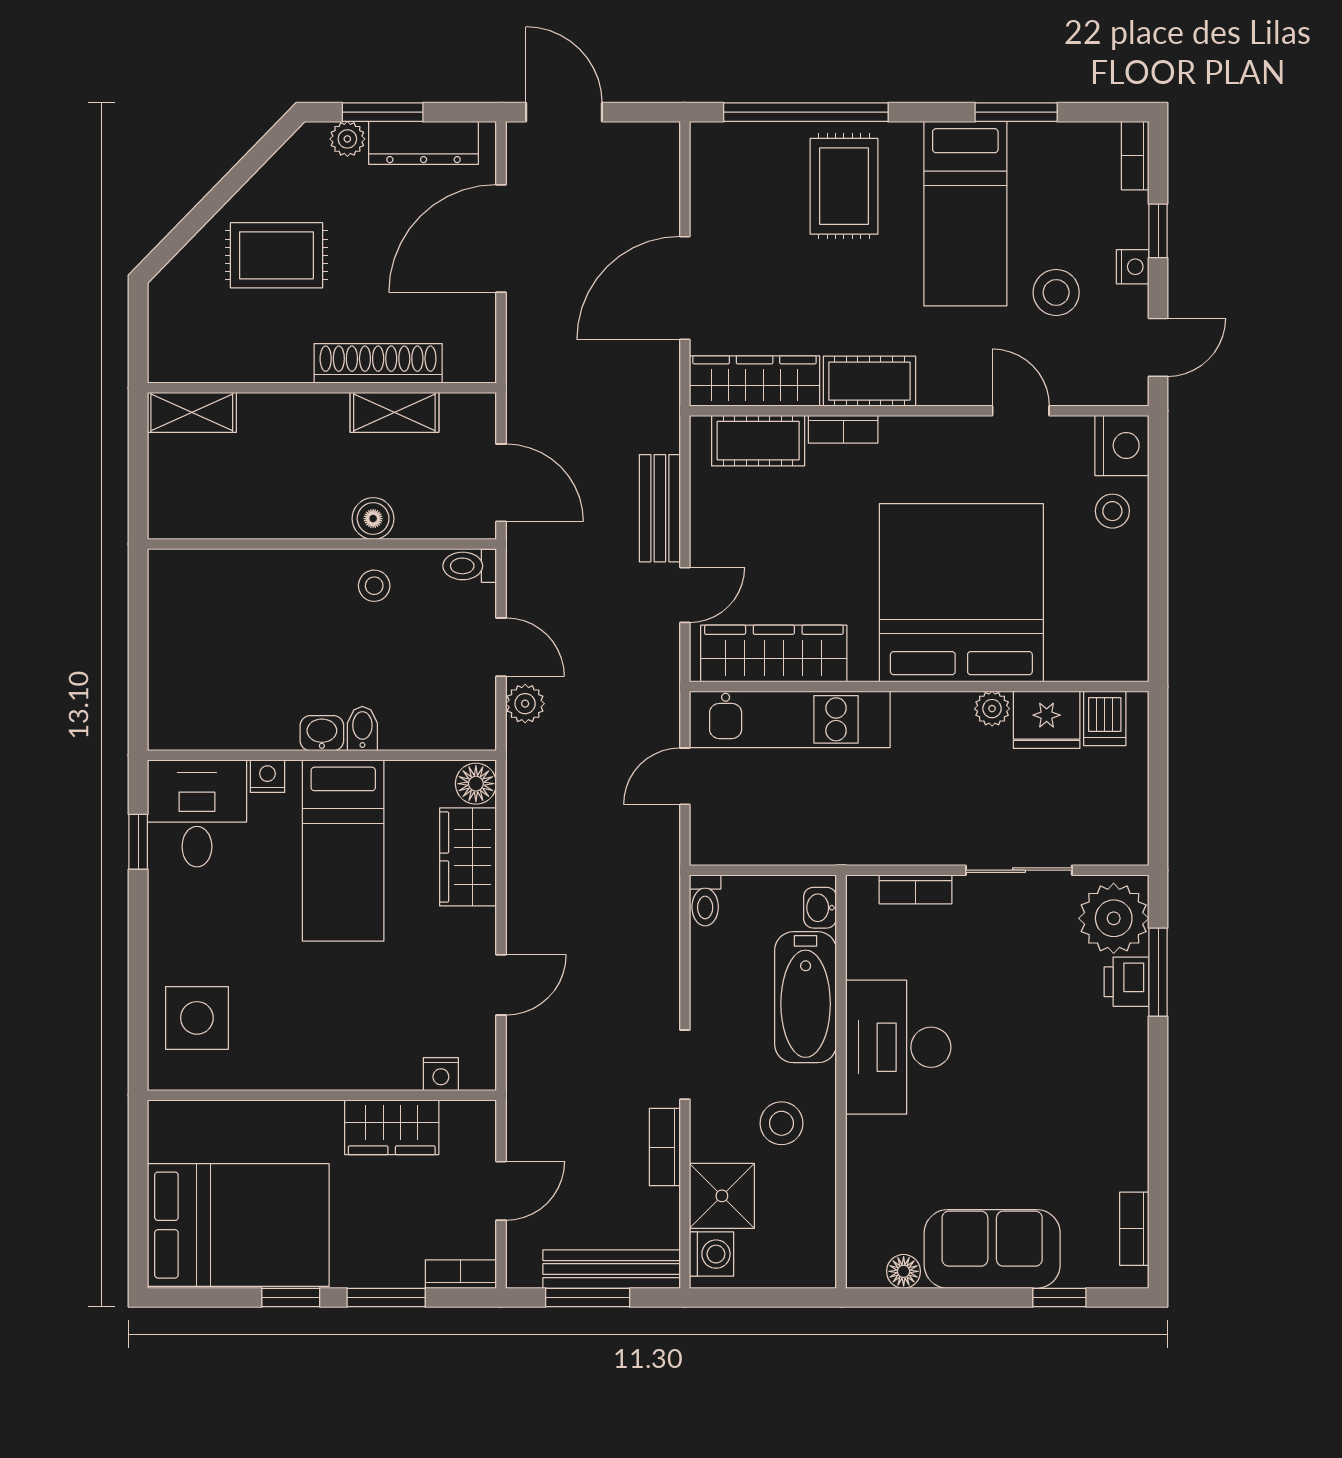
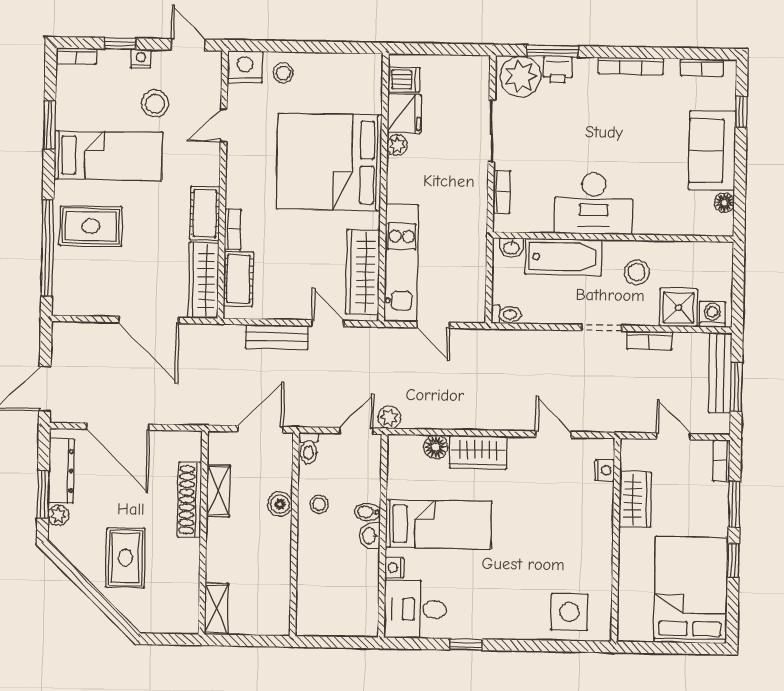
bidet: (362, 729) -> (368, 512), moved
washbasin: (322, 733) -> (370, 536), moved
wall: (322, 755) -> (383, 536), moved
nightstand: (267, 776) -> (394, 568), moved
desk: (197, 813) -> (415, 609), moved
bed: (343, 850) -> (438, 524), moved
bookcase: (1135, 1107) -> (631, 66), added

